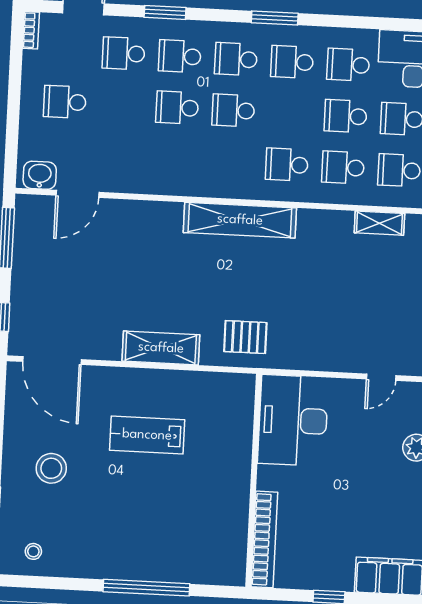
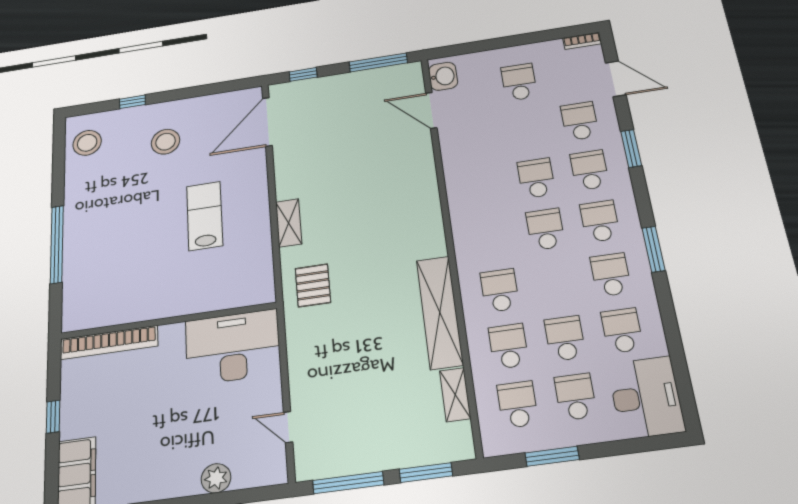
shelving: (240, 220) -> (440, 312), moved
shelving: (161, 348) -> (289, 223), width x0.67, depth x0.75
stool: (33, 551) -> (87, 143), width x1.89, depth x1.89

